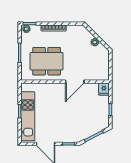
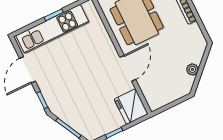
door: (75, 82) -> (128, 68), swing flipped
fridge: (104, 89) -> (131, 107), width x1.88, depth x1.34

